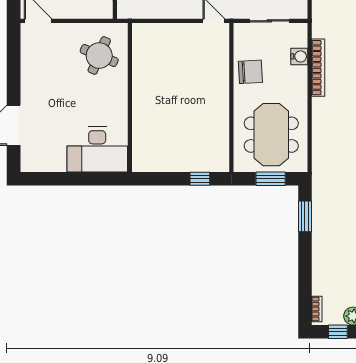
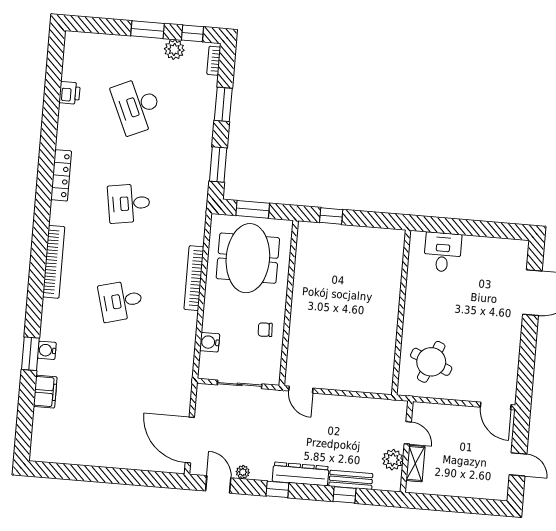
bookcase: (318, 68) -> (194, 278), moved
chair: (250, 72) -> (265, 330), width x0.54, depth x0.54
desk: (97, 149) -> (443, 252), width x0.53, depth x0.77
window: (305, 271) -> (223, 104), added

